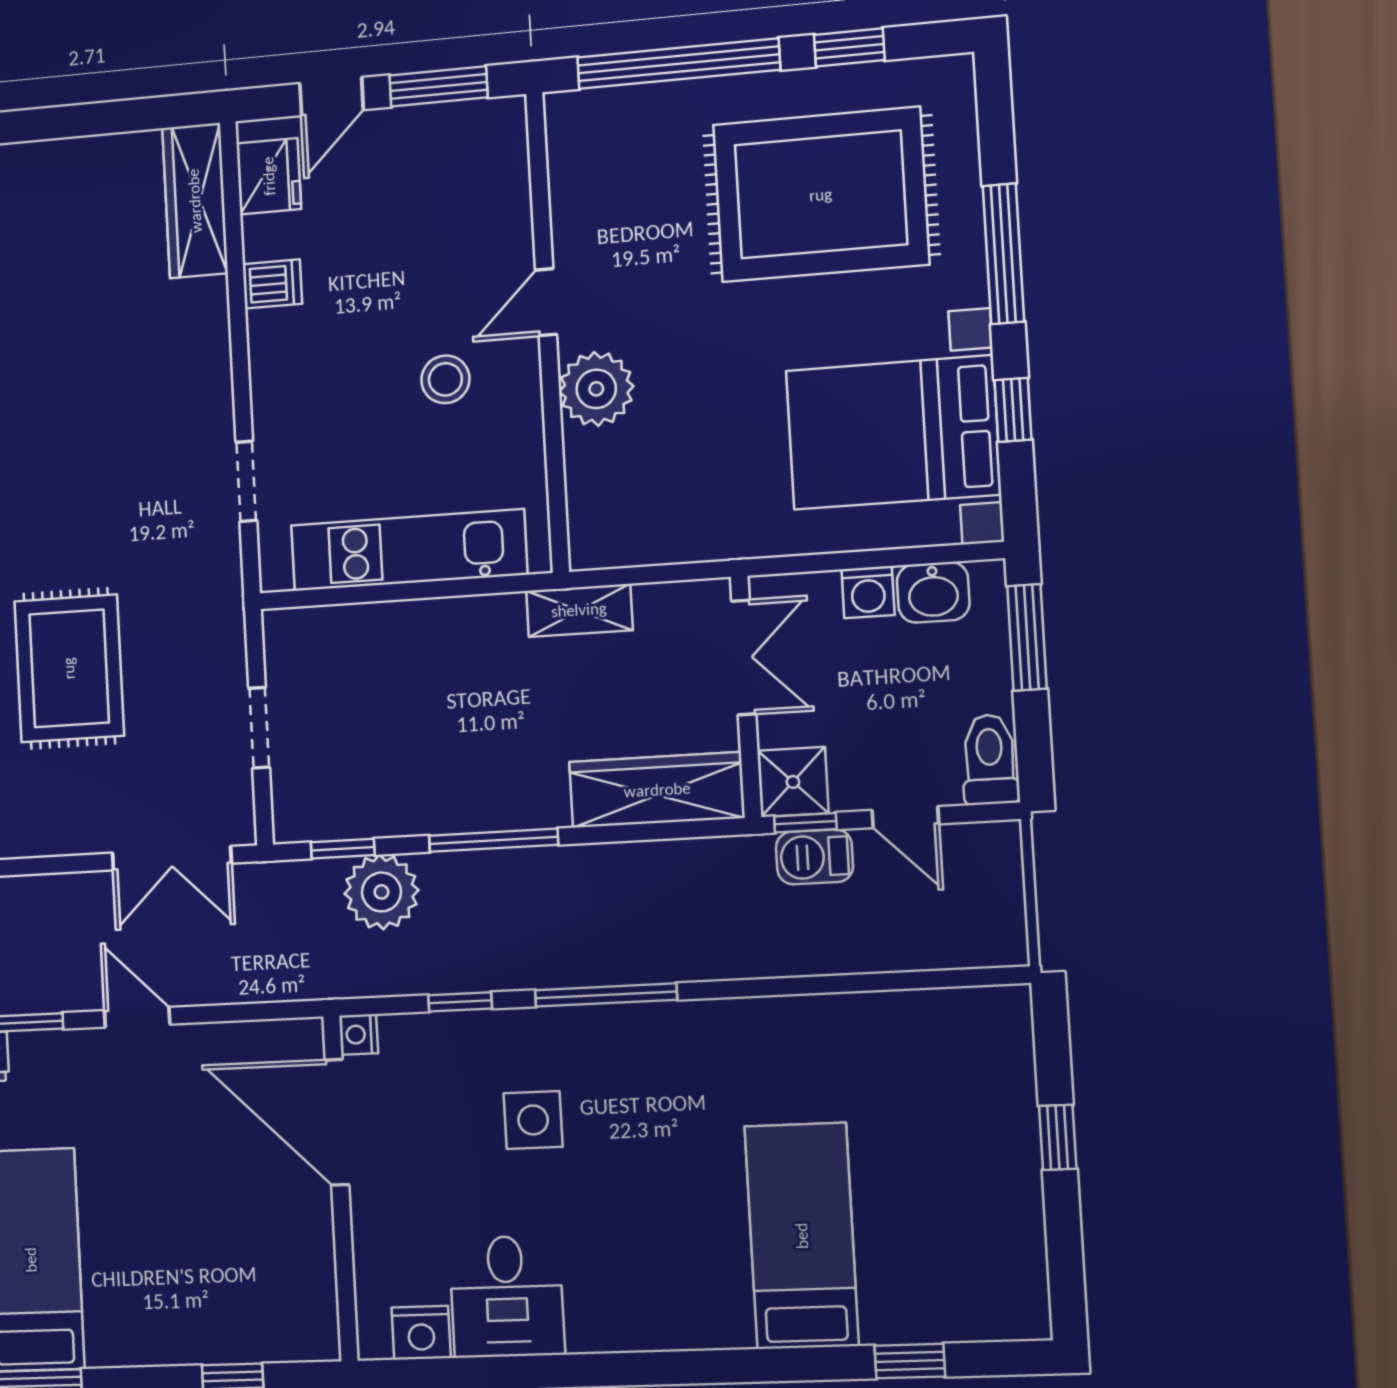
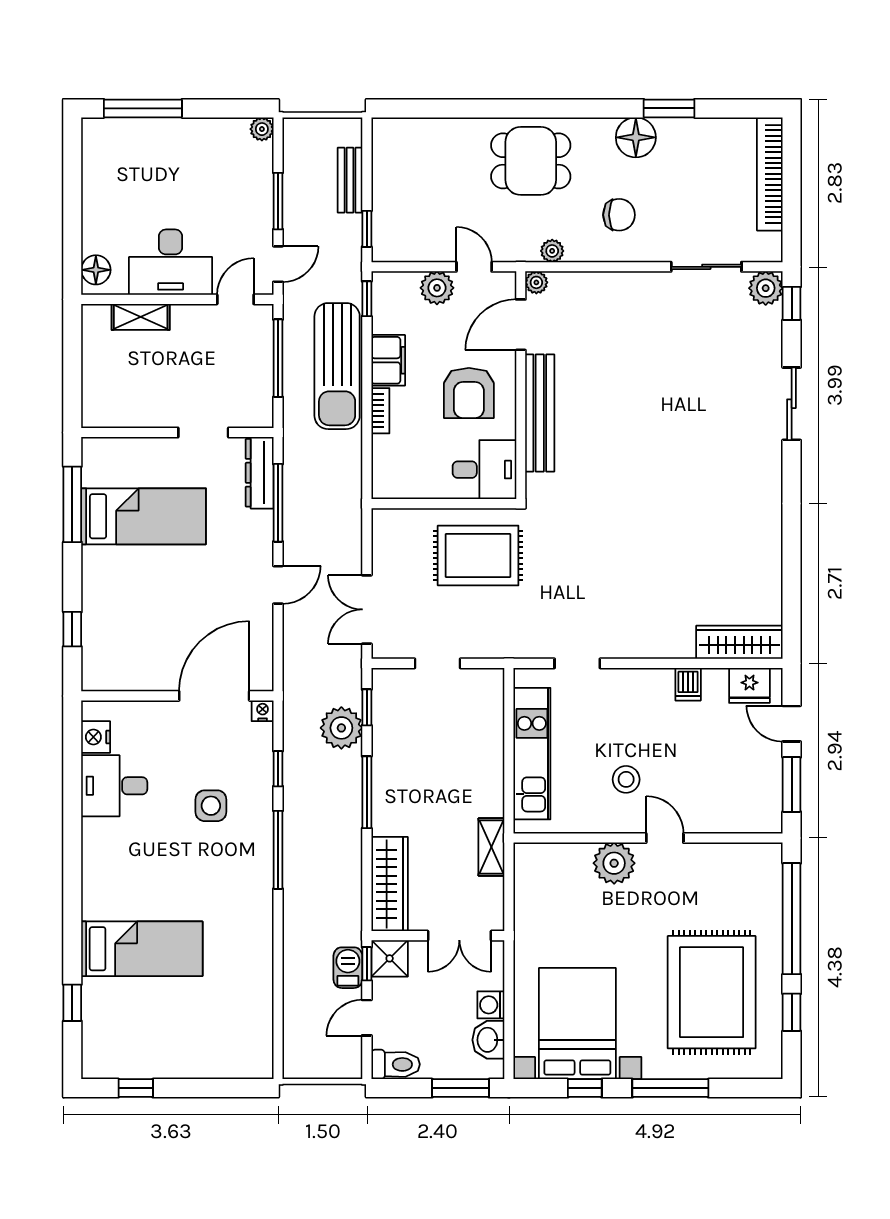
window: (1058, 1137) -> (136, 1088), moved

